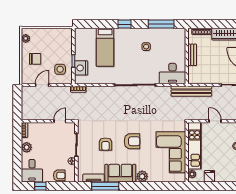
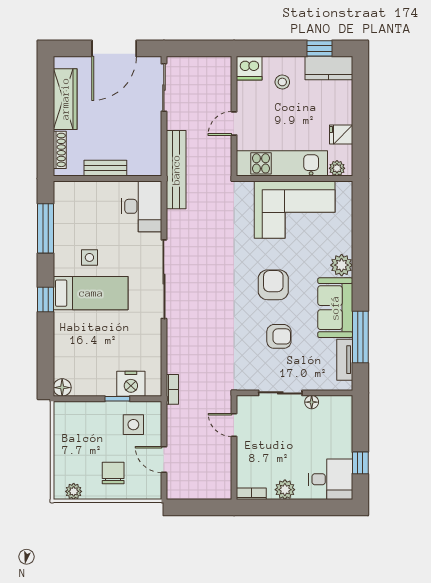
floor lamp: (79, 33) -> (62, 388), added
bed: (105, 47) -> (91, 293), moved
armchair: (59, 175) -> (340, 426), removed

